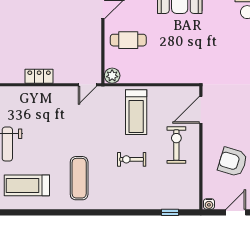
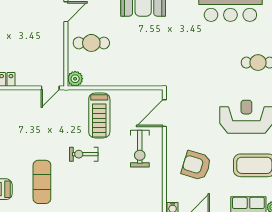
exercise bike: (176, 145) -> (140, 149), turned 180
exercise bike: (132, 159) -> (84, 154), moved

